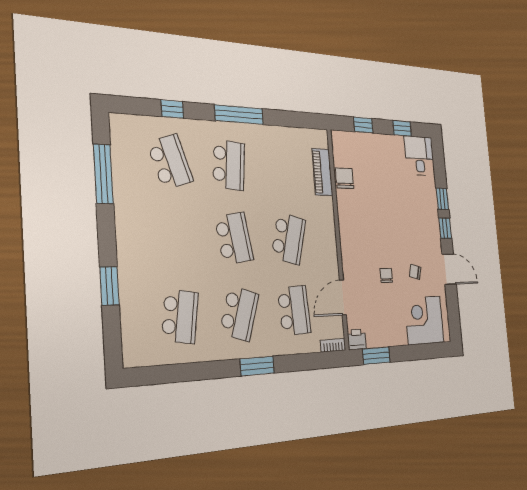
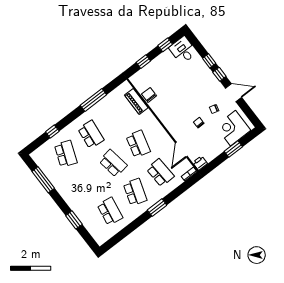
window: (239, 115) -> (93, 100), moved
school desk: (170, 162) -> (66, 154), turned 39
window: (376, 356) -> (233, 149), moved

